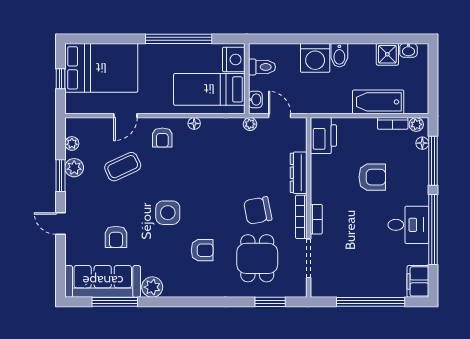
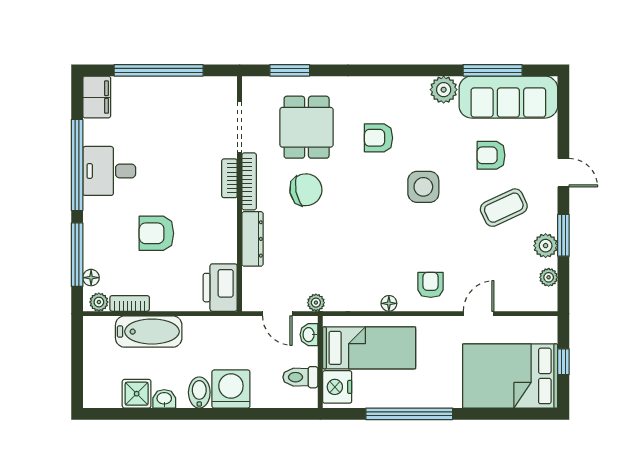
washbasin: (408, 50) -> (164, 399), moved
coffee table: (123, 167) -> (504, 208), moved
armchair: (116, 237) -> (491, 155), turned -90

